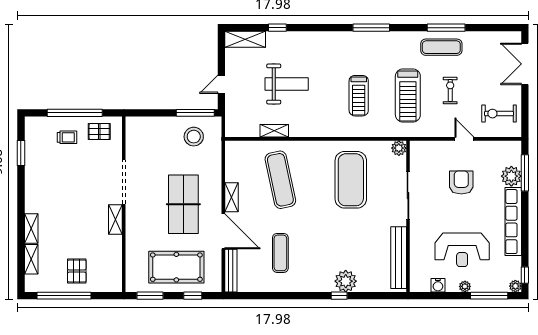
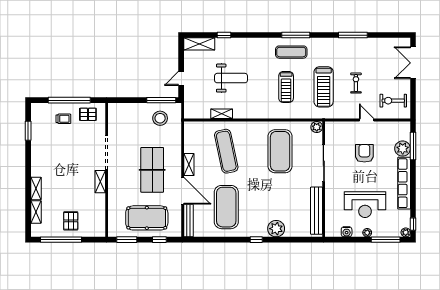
exercise mat: (441, 47) -> (291, 52), moved
exercise mat: (280, 253) -> (226, 207), width x2.00, depth x1.45
window: (339, 296) -> (256, 240), moved

